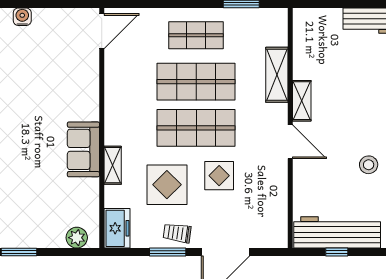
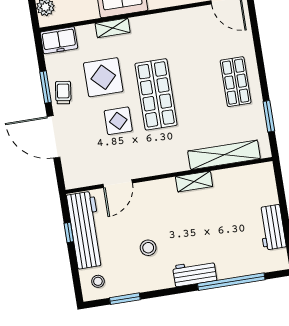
shelving: (277, 75) -> (224, 155), width x1.47
shop shelf: (196, 82) -> (196, 88), removed
door: (290, 142) -> (118, 184), moved

